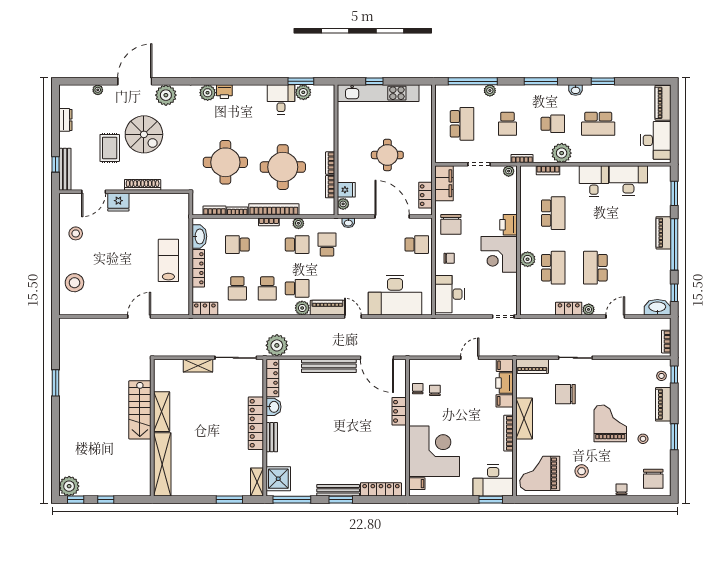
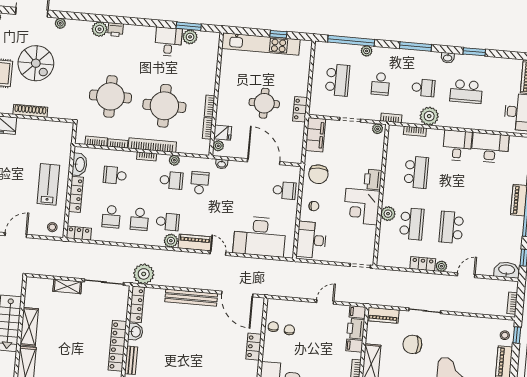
window: (374, 81) -> (278, 34), moved
plant: (166, 95) -> (60, 23), width x0.53, depth x0.53
locker: (425, 195) -> (300, 109), moved
stool: (177, 305) -> (52, 227), added

